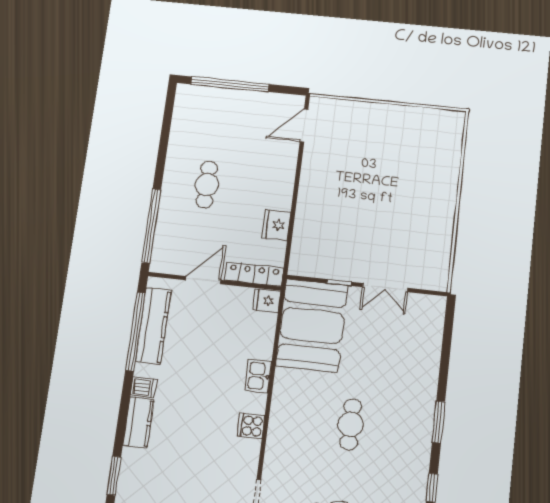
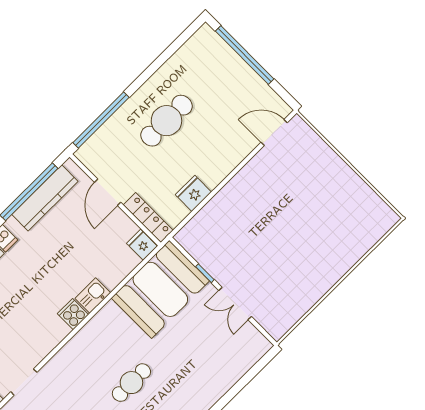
cafe table: (207, 184) -> (166, 121), width x1.37, depth x1.35
door: (203, 280) -> (108, 192), swing flipped
cooker: (251, 426) -> (73, 314), moved

